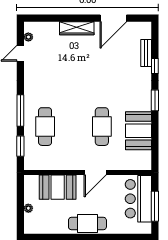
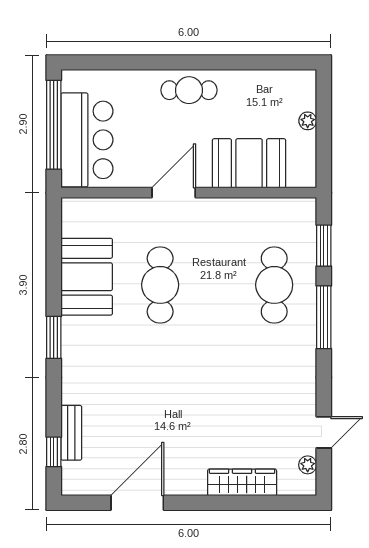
wardrobe: (77, 28) -> (242, 482), moved
window: (155, 66) -> (54, 452), moved
window: (155, 206) -> (54, 125), width x1.46
cafe table: (87, 224) -> (189, 90), width x0.73, depth x0.74

